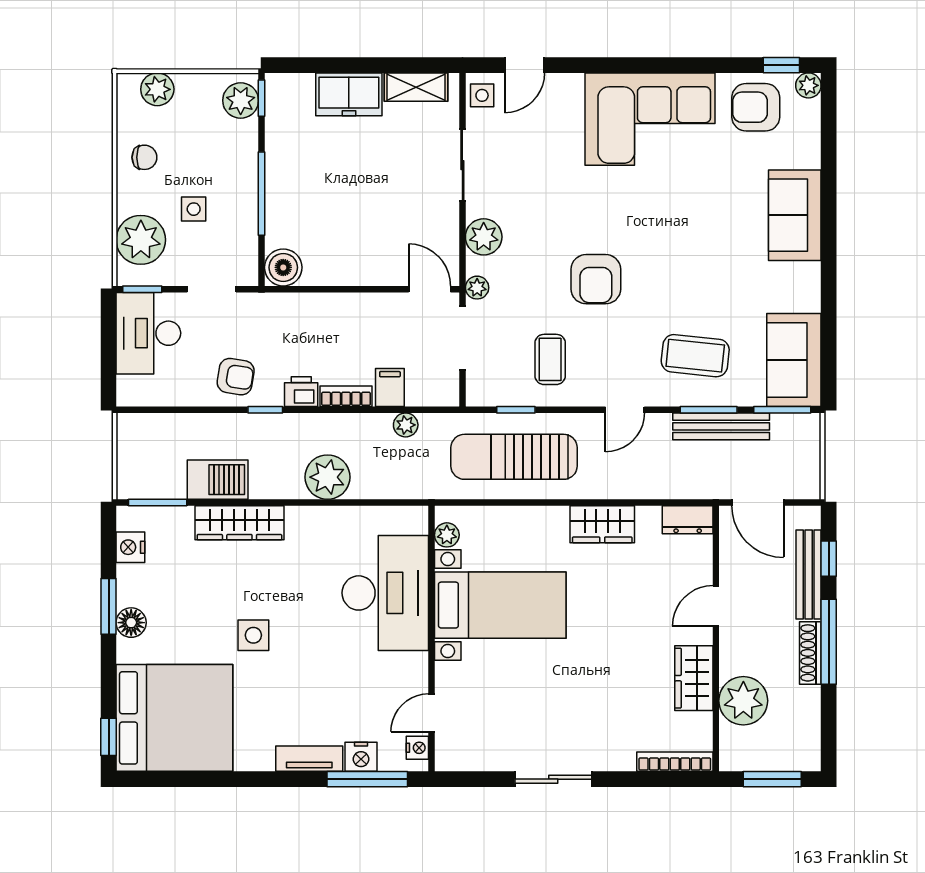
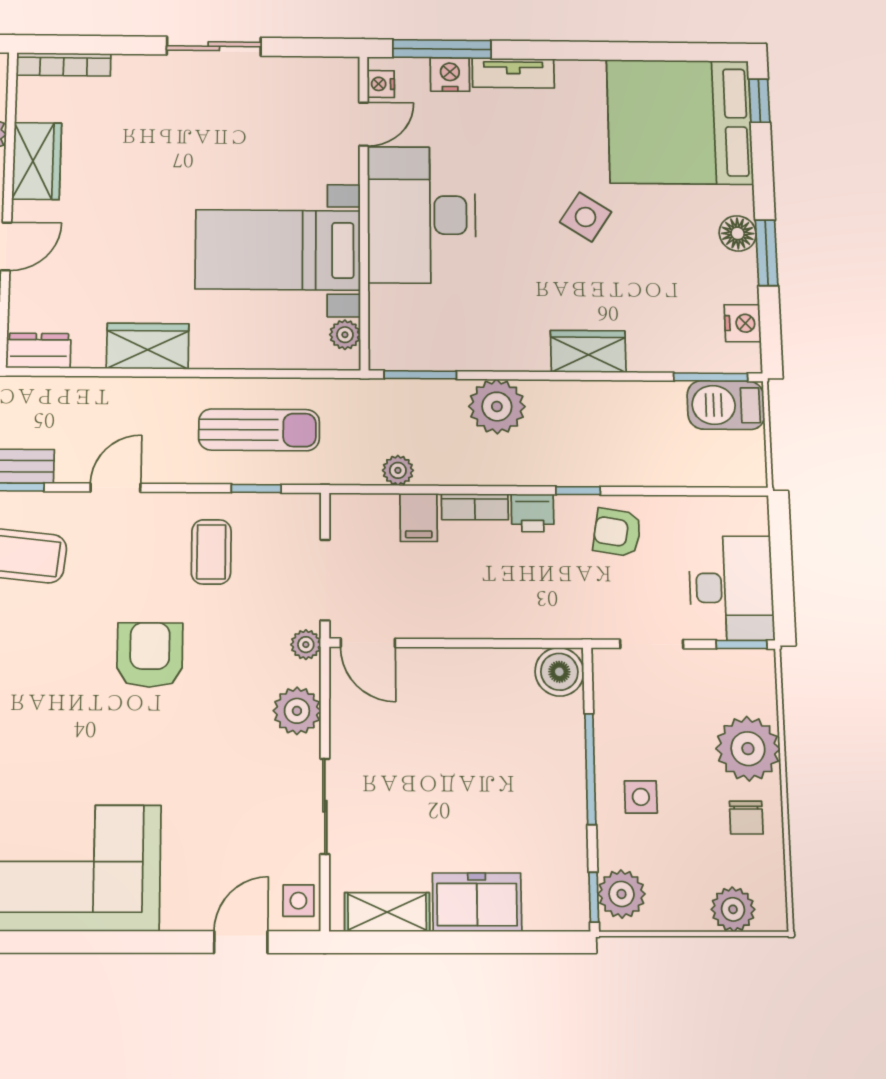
chair: (144, 157) -> (746, 818), turned -90
side table: (194, 209) -> (641, 797), moved
plant: (141, 240) -> (748, 749), moved
sun lounger: (514, 457) -> (259, 430), width x0.73, depth x0.75
barbecue: (218, 480) -> (726, 405), moved
window: (387, 502) -> (420, 375), added
wardrobe: (239, 523) -> (588, 351), width x0.67
desk: (385, 593) -> (421, 215), moved
side table: (253, 635) -> (586, 217), turned 33

